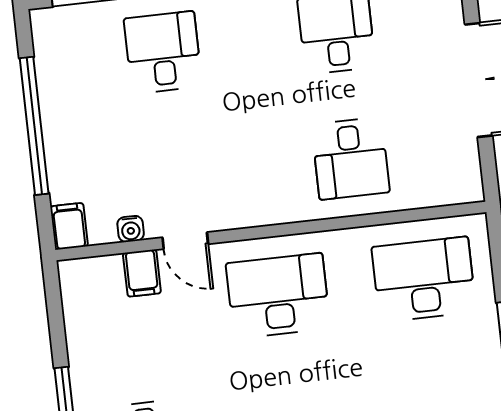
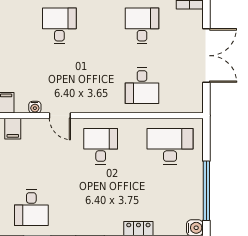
filing cabinet: (142, 273) -> (13, 129), moved
desk: (278, 296) -> (101, 146), width x0.73

